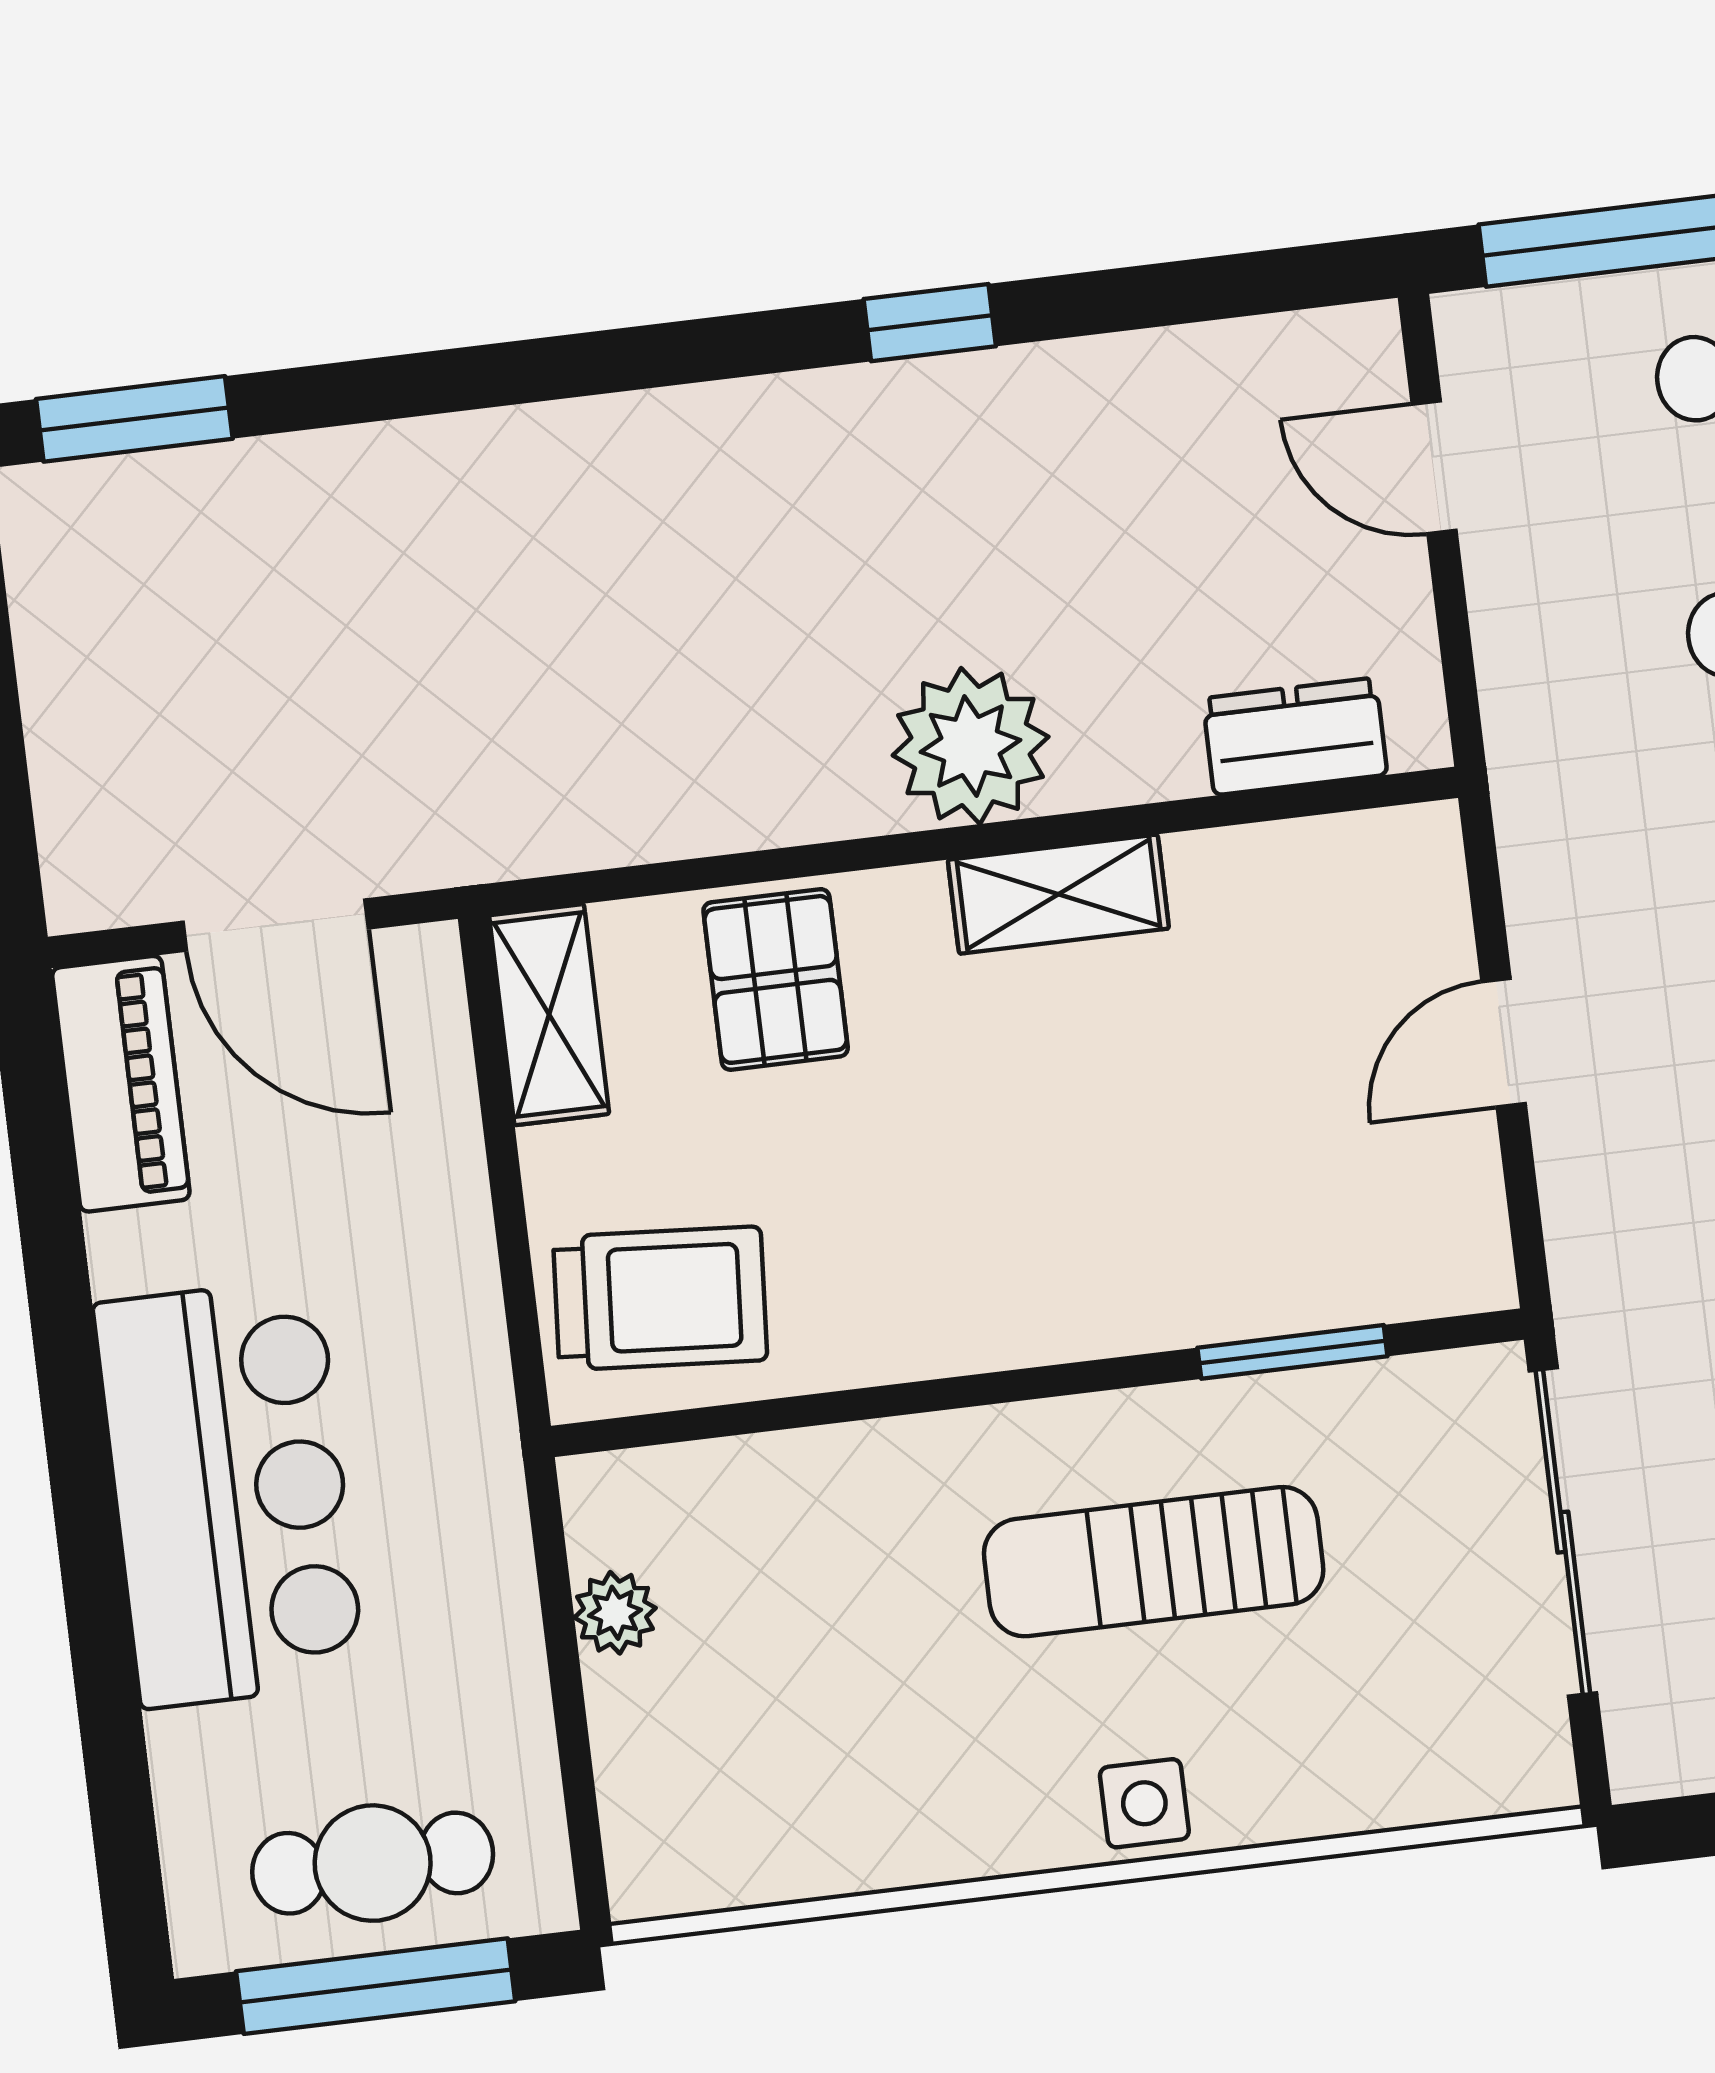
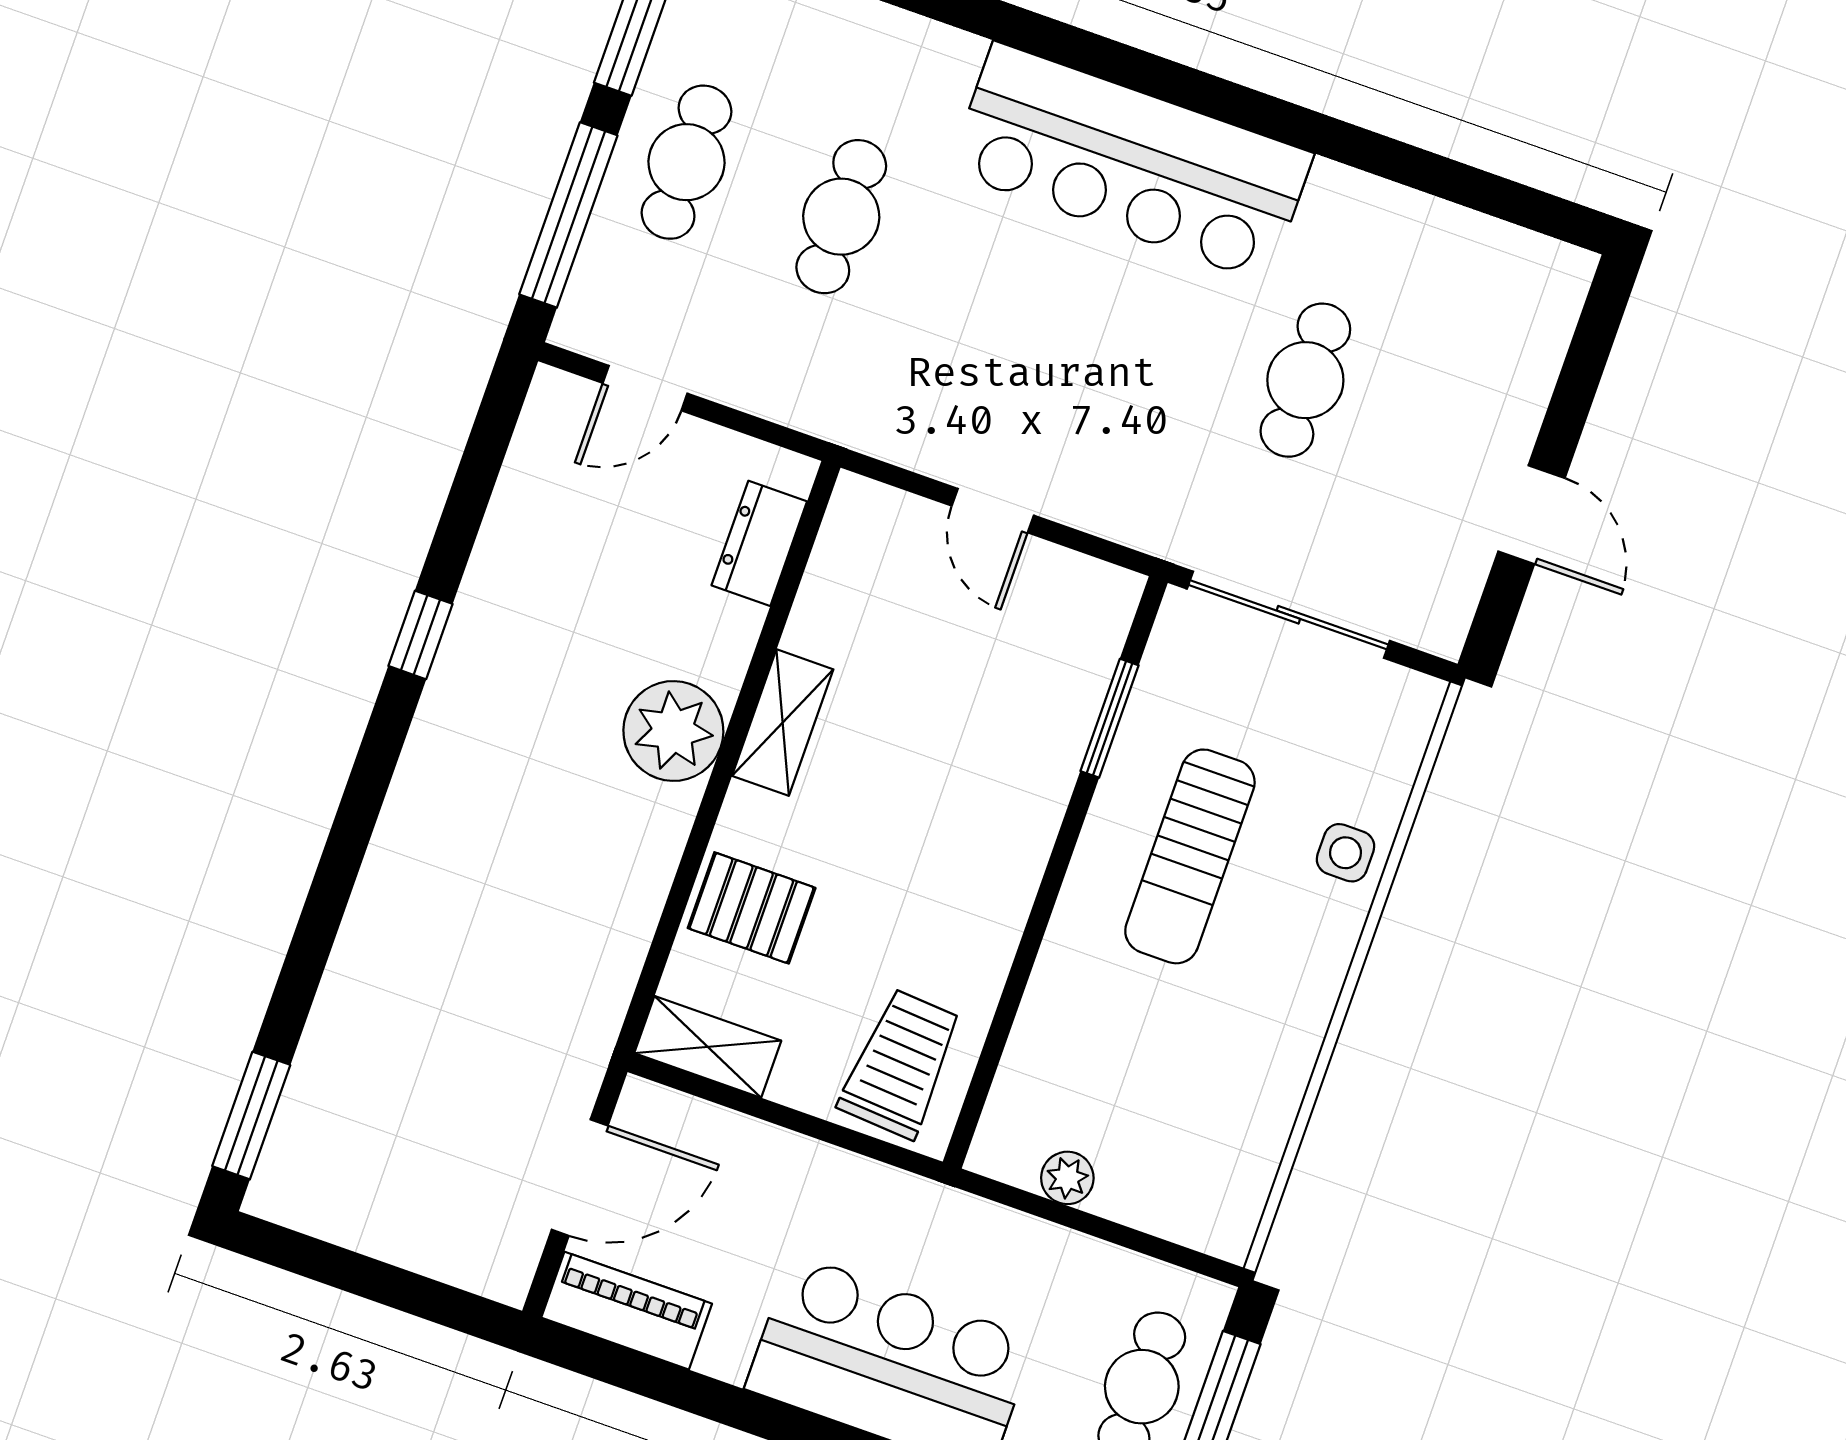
side table: (1144, 1803) -> (1346, 853), moved

